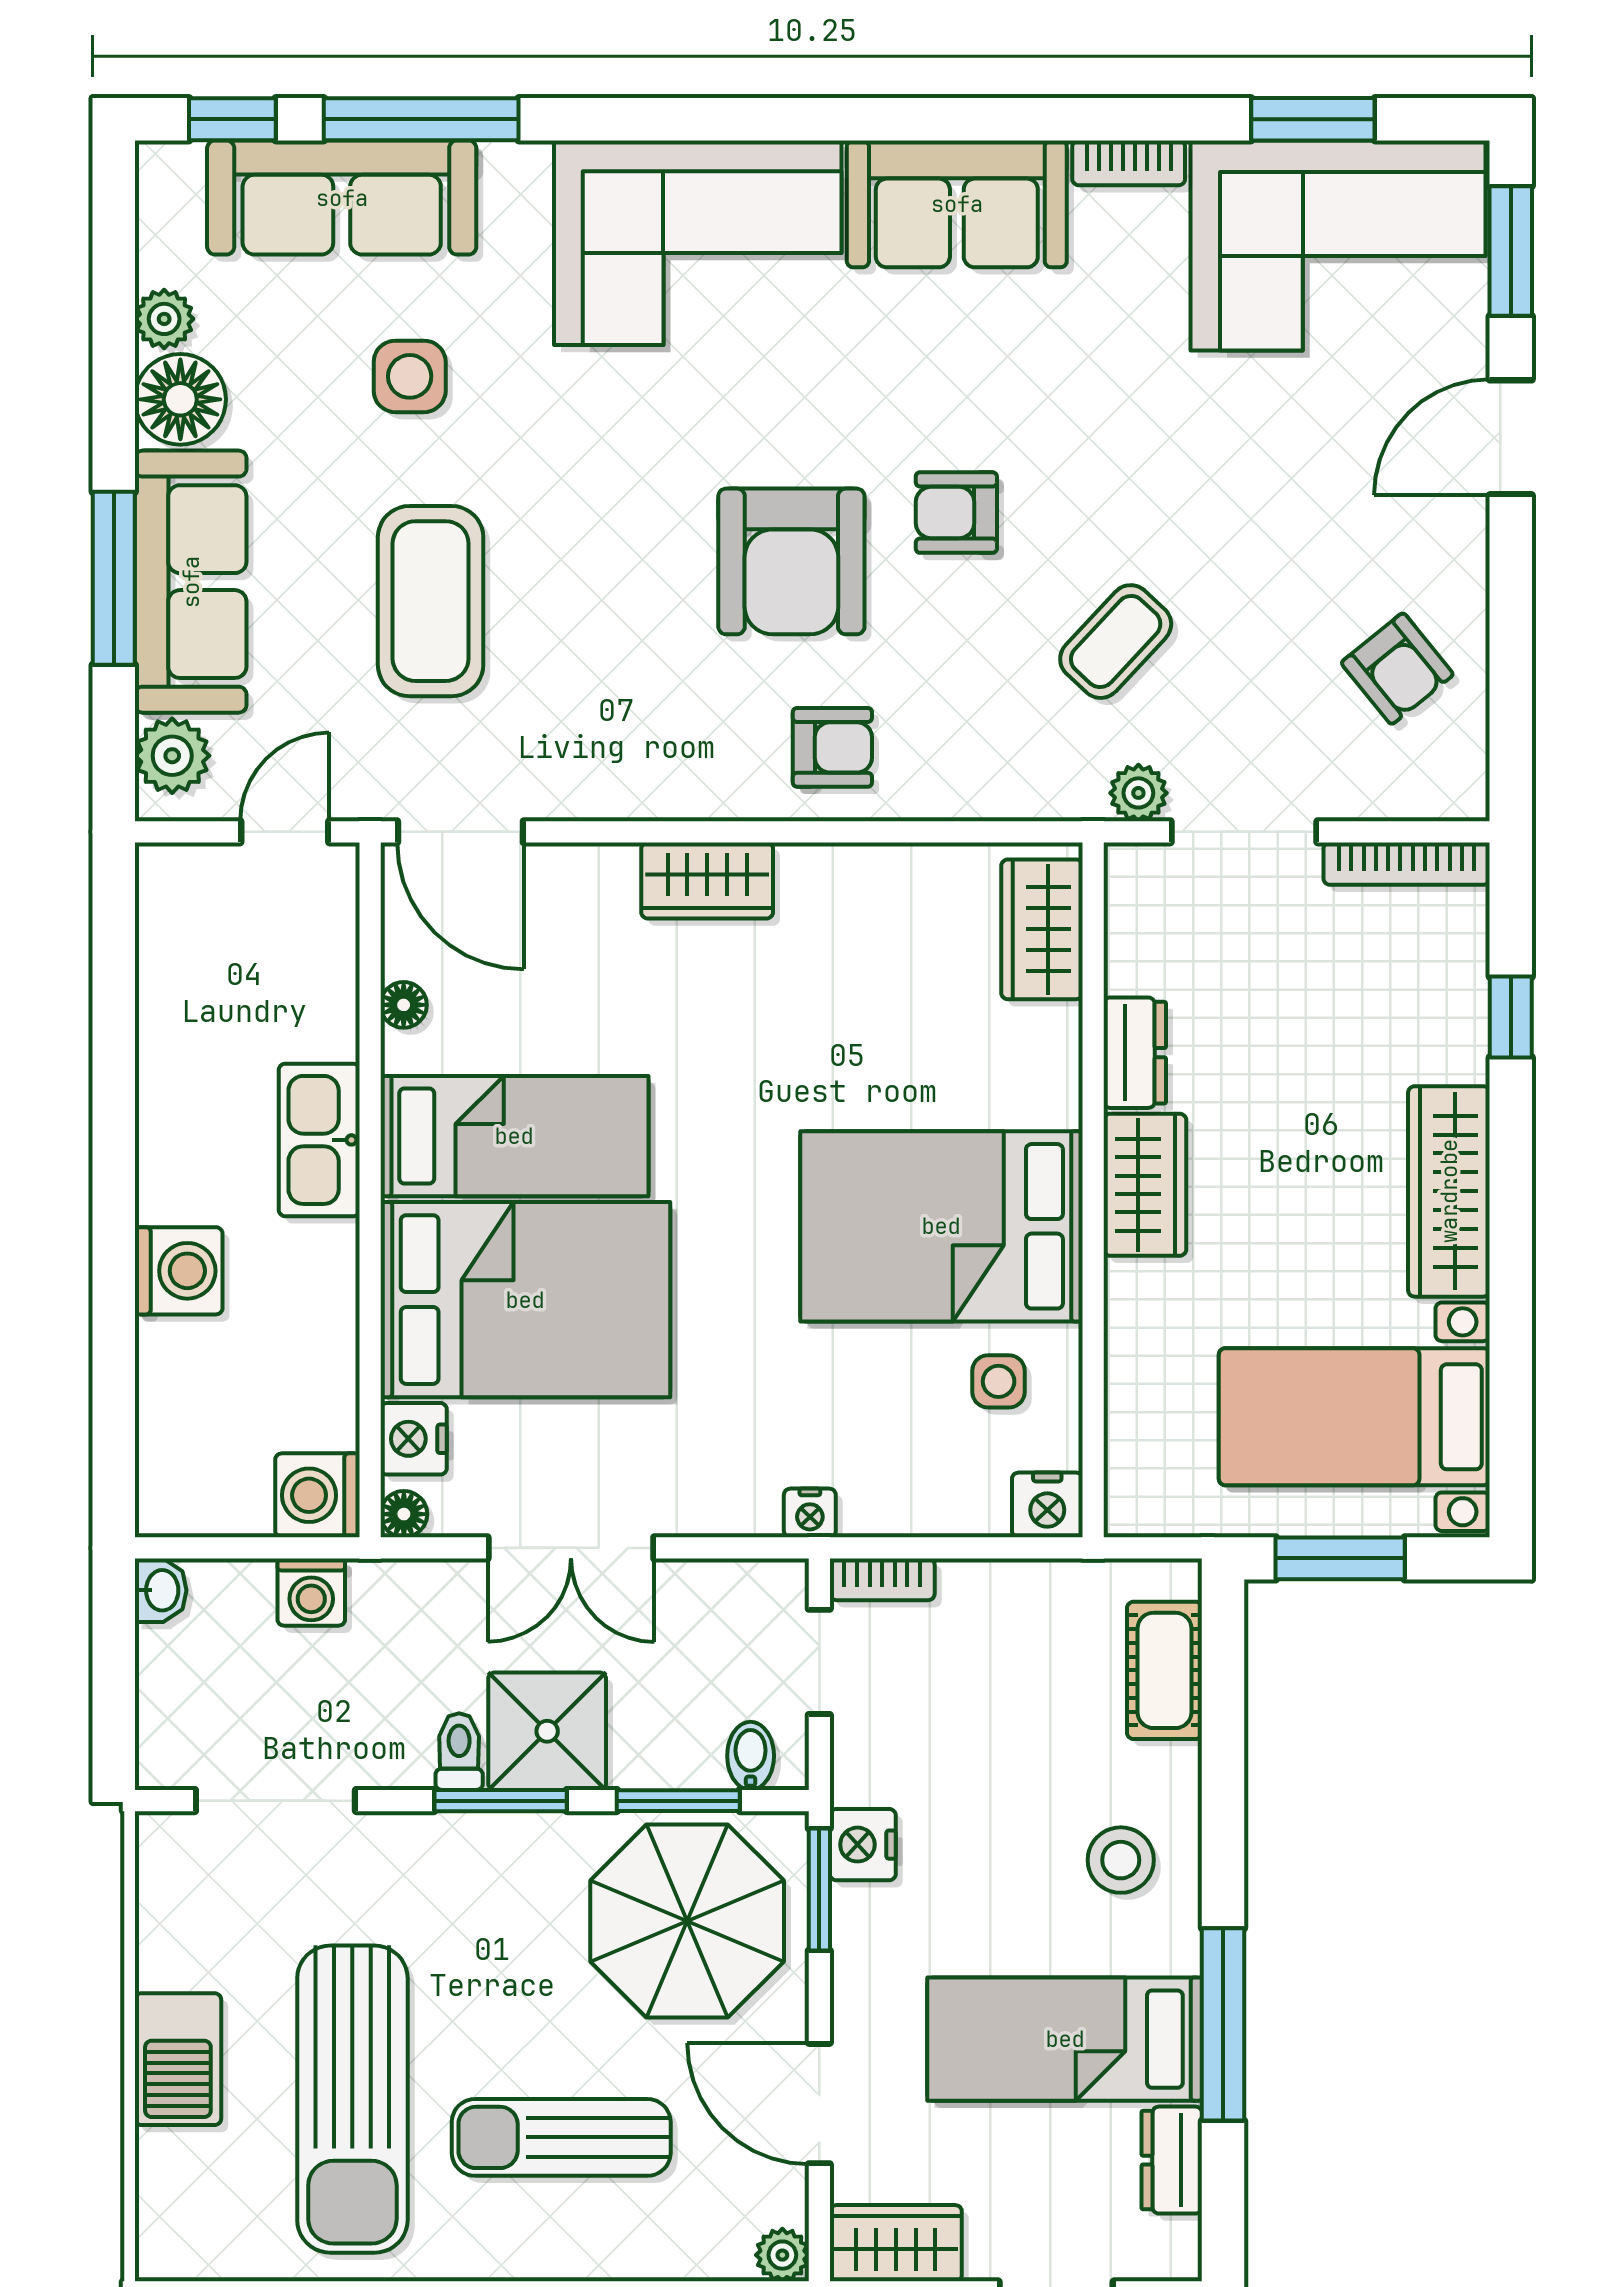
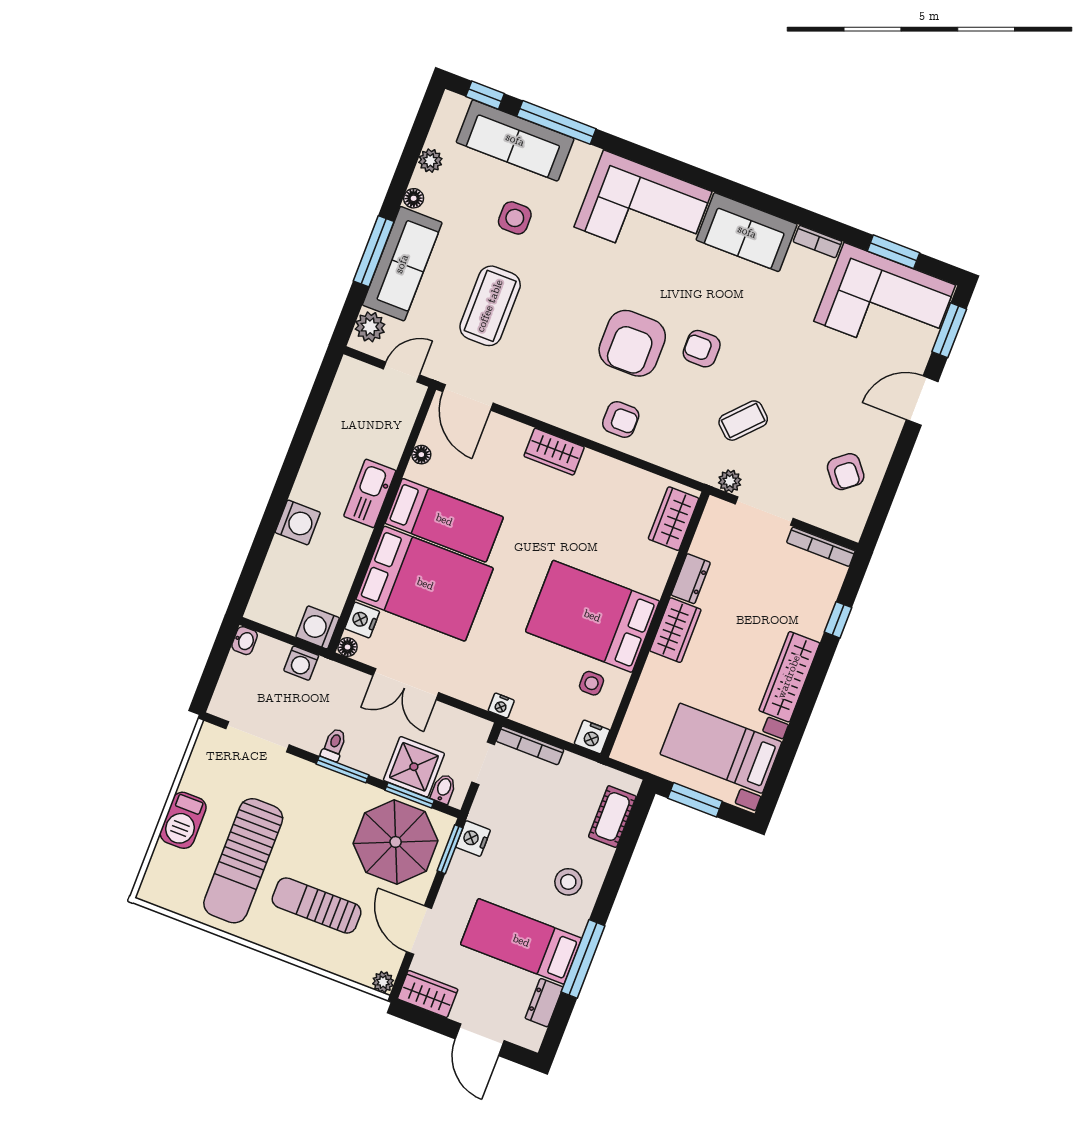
floor lamp: (180, 399) -> (414, 198), width x0.53, depth x0.53
bookcase: (882, 1579) -> (530, 745), width x1.56
shower: (547, 1731) -> (414, 767), moved

